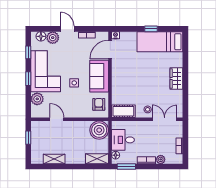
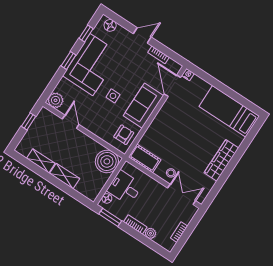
door: (67, 29) -> (142, 35), hinge flipped
window: (151, 29) -> (229, 92), removed
plant: (53, 38) -> (121, 35), removed
door: (110, 50) -> (172, 86), hinge flipped
wardrobe: (176, 79) -> (221, 160), width x1.50
plant: (37, 99) -> (56, 100), moved
shelving: (97, 159) -> (65, 176), moved

